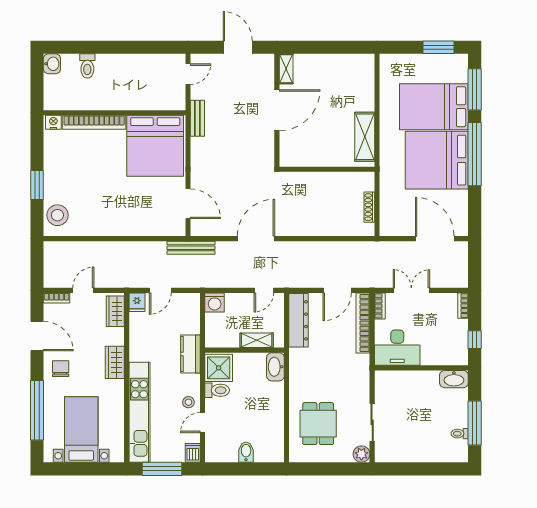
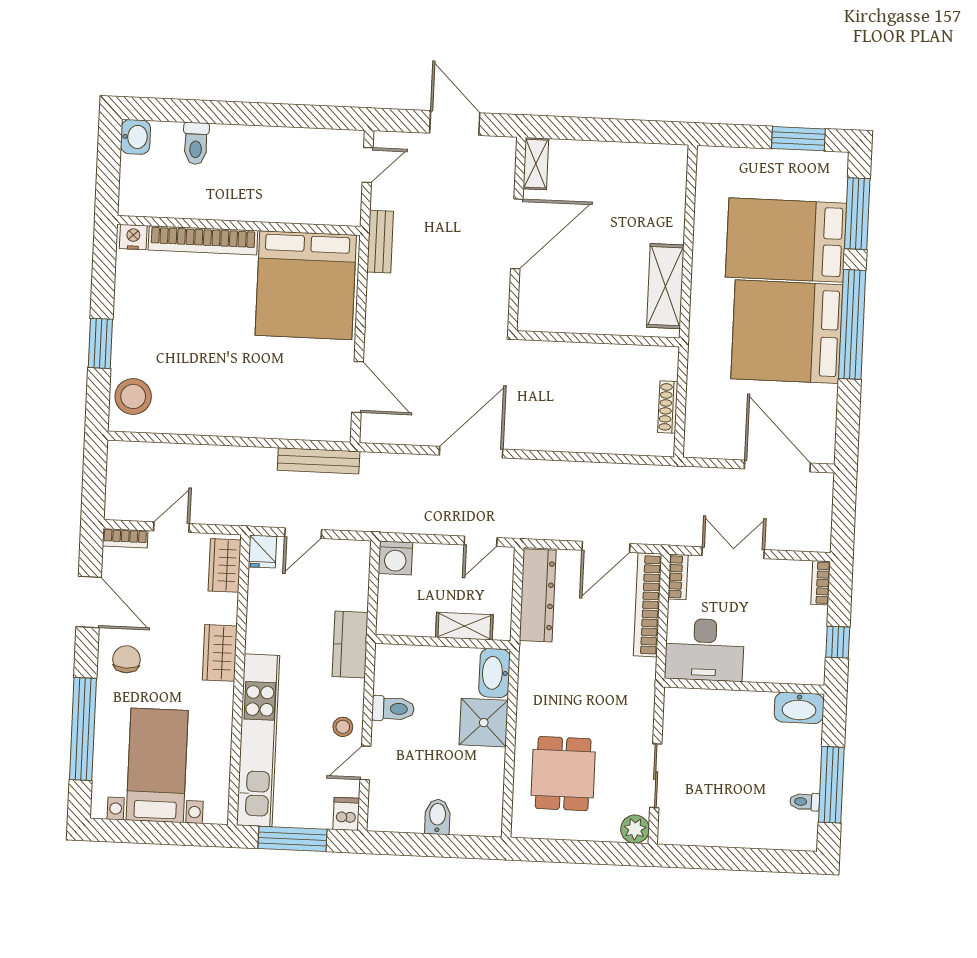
bench: (191, 248) -> (319, 461), moved
shower: (219, 368) -> (484, 723), moved

